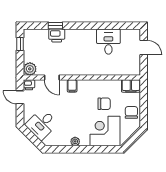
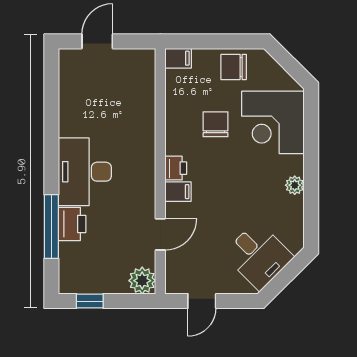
window: (55, 26) -> (51, 227), width x2.17
desk: (108, 42) -> (85, 172), moved, width x1.37
printer: (29, 85) -> (176, 168), moved
filing cabinet: (131, 86) -> (178, 58), width x0.50

